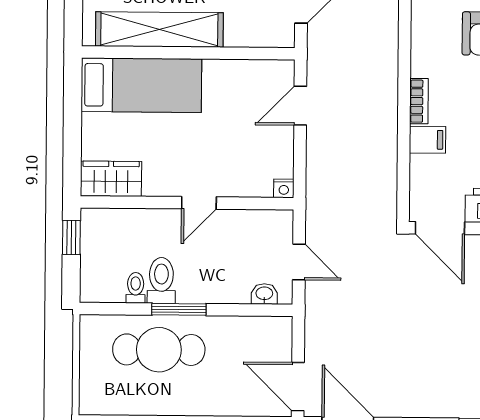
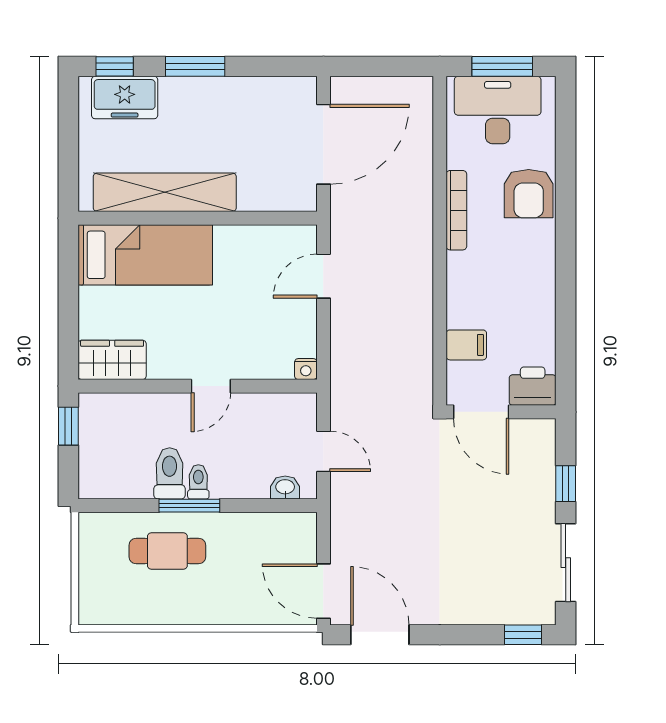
bookcase: (419, 101) -> (456, 210), moved, width x1.56
filing cabinet: (428, 140) -> (466, 345), moved
toilet: (136, 288) -> (198, 482), moved
cafe table: (159, 350) -> (167, 551), width x0.73, depth x0.74

